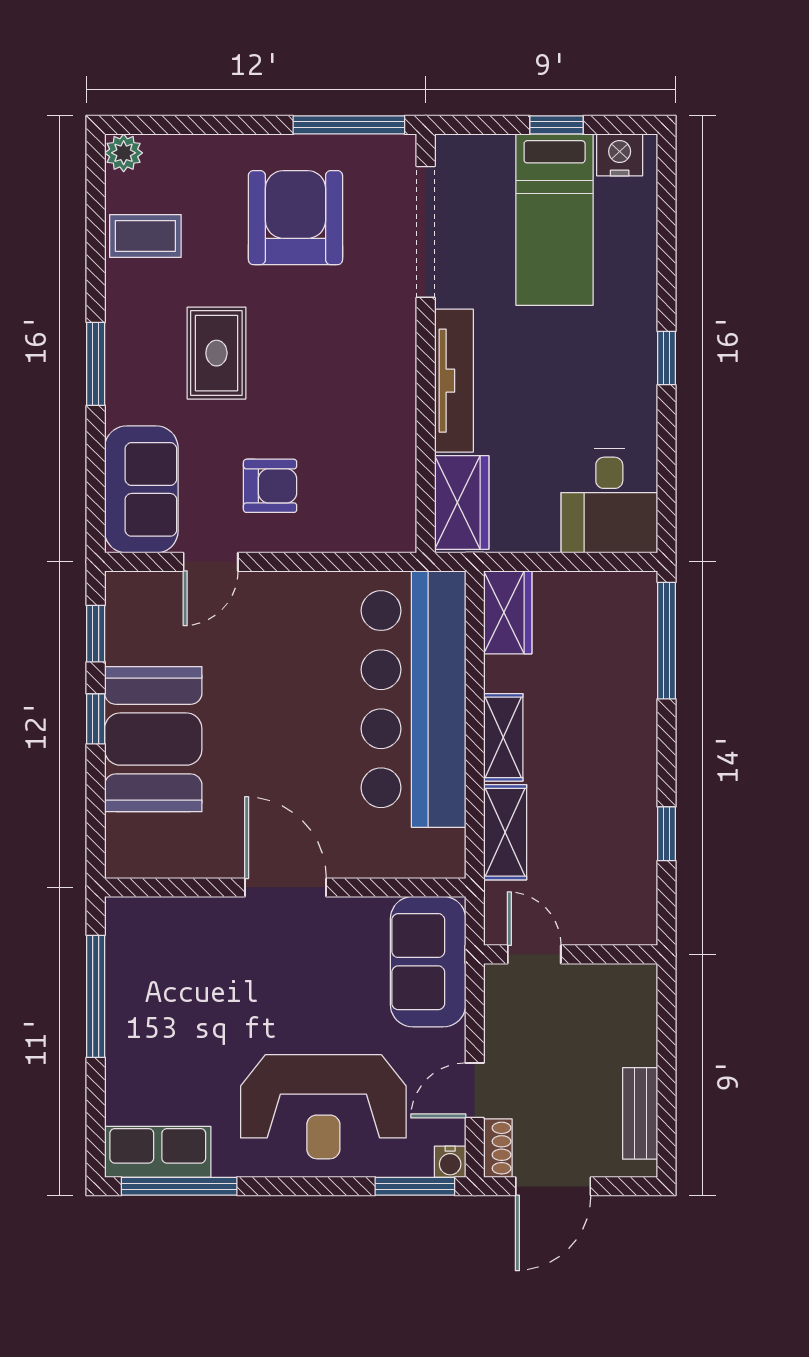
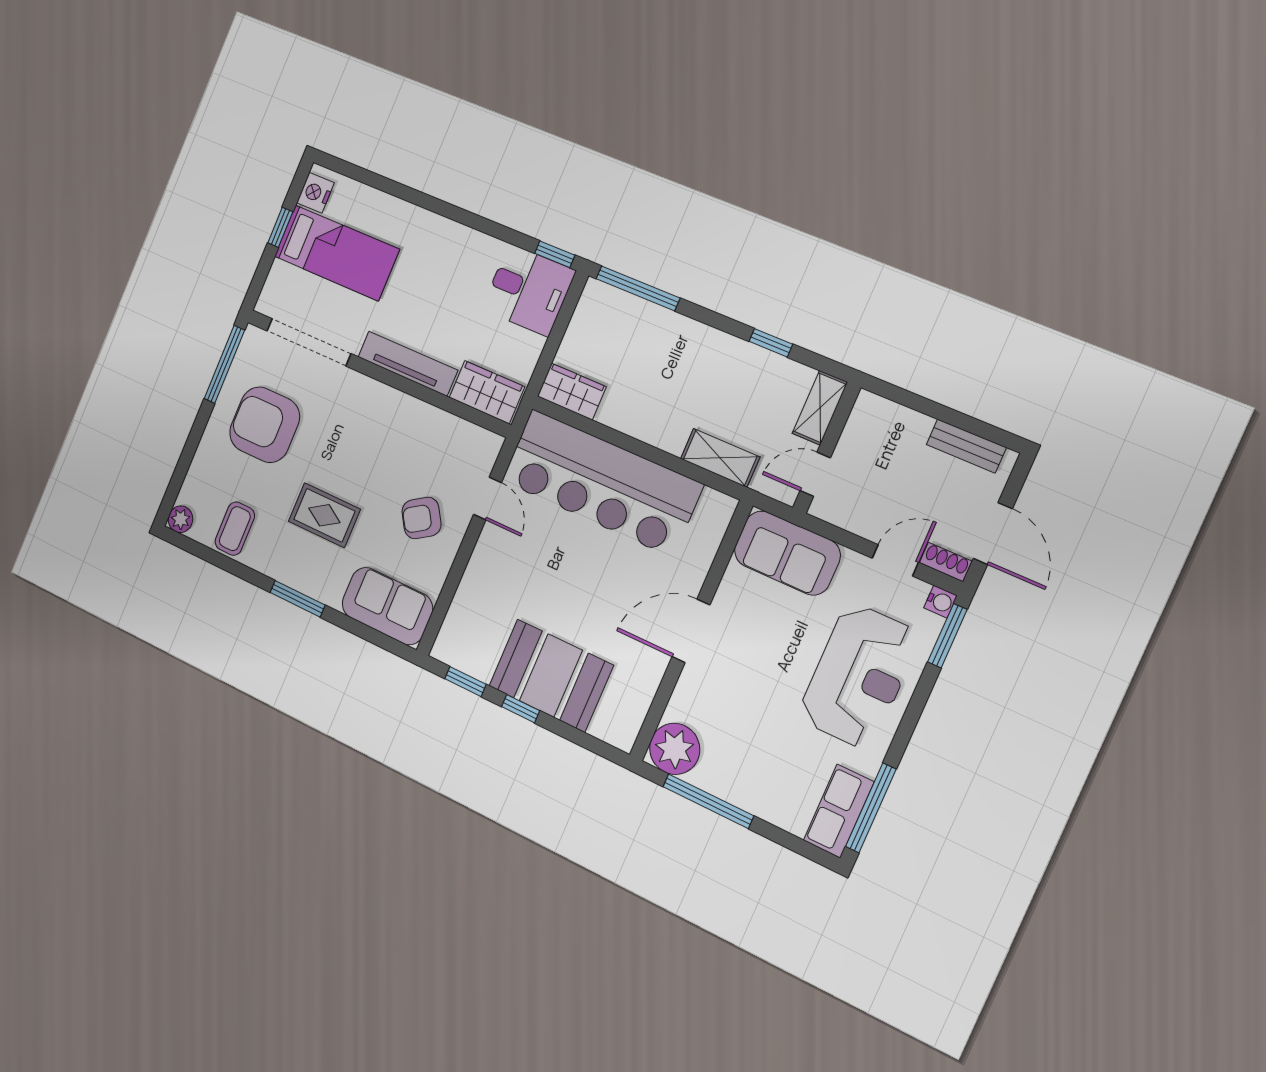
window: (666, 358) -> (555, 254), moved
armchair: (270, 486) -> (421, 518), turned -123
door: (211, 562) -> (487, 499), moved
shelving: (503, 737) -> (820, 408), moved, turned 90
plant: (138, 929) -> (675, 749), added
door: (475, 1090) -> (895, 560), swing flipped

